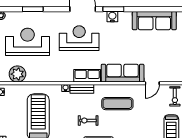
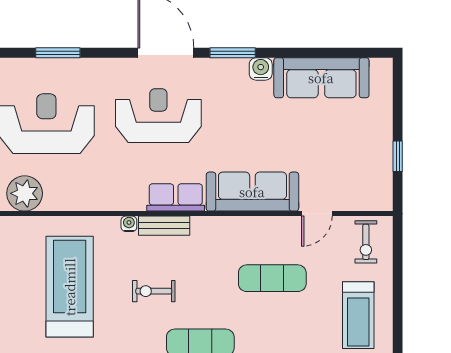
water cooler: (112, 17) -> (261, 69), moved
exercise mat: (117, 104) -> (272, 278), moved
exercise bike: (88, 120) -> (154, 291), moved

